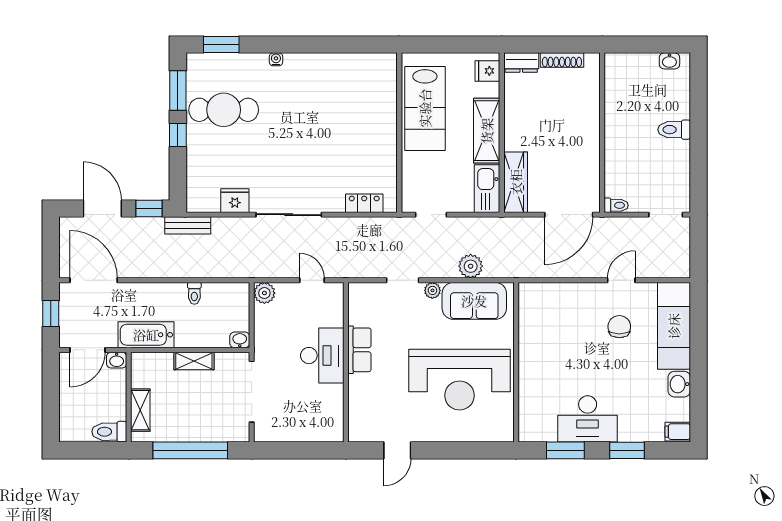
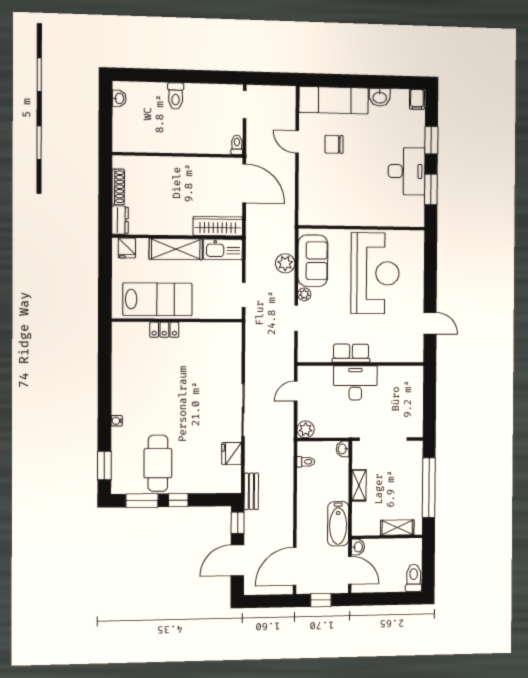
locker: (364, 203) -> (164, 330), moved, turned -90
toilet: (194, 293) -> (306, 462), moved
toilet: (109, 432) -> (414, 578), moved, turned 180

